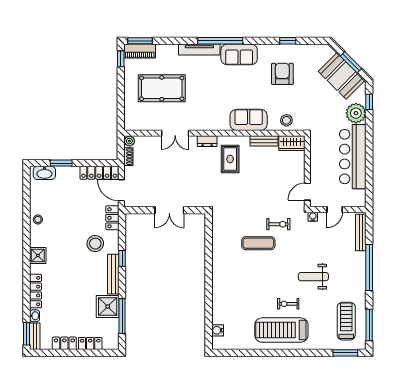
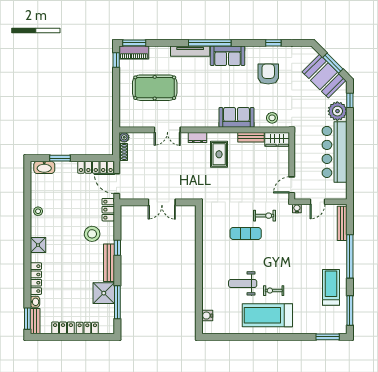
weight bench: (313, 277) -> (243, 283), moved
treadmill: (346, 321) -> (331, 287), moved

